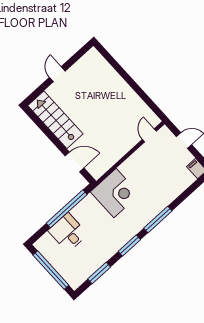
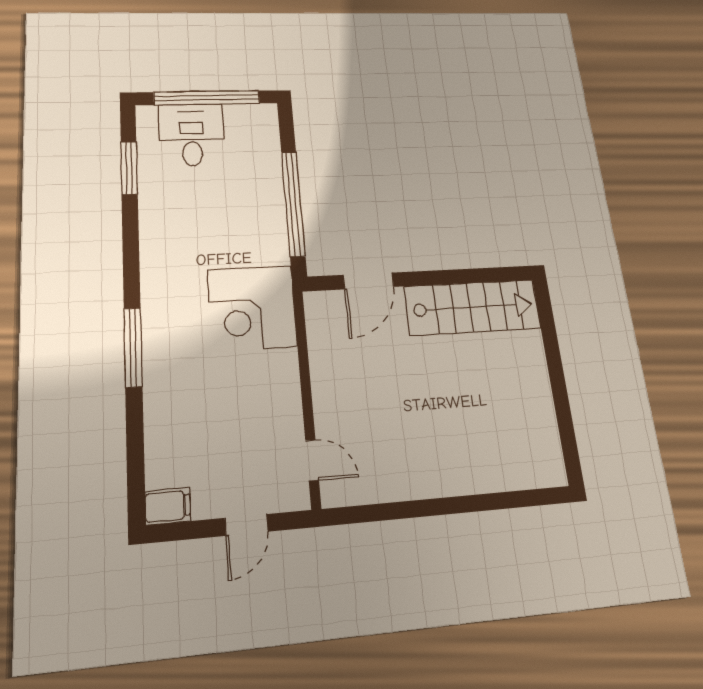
door: (57, 74) -> (557, 375), removed
desk: (68, 232) -> (192, 135), moved, turned -90
window: (129, 245) -> (131, 257), removed

